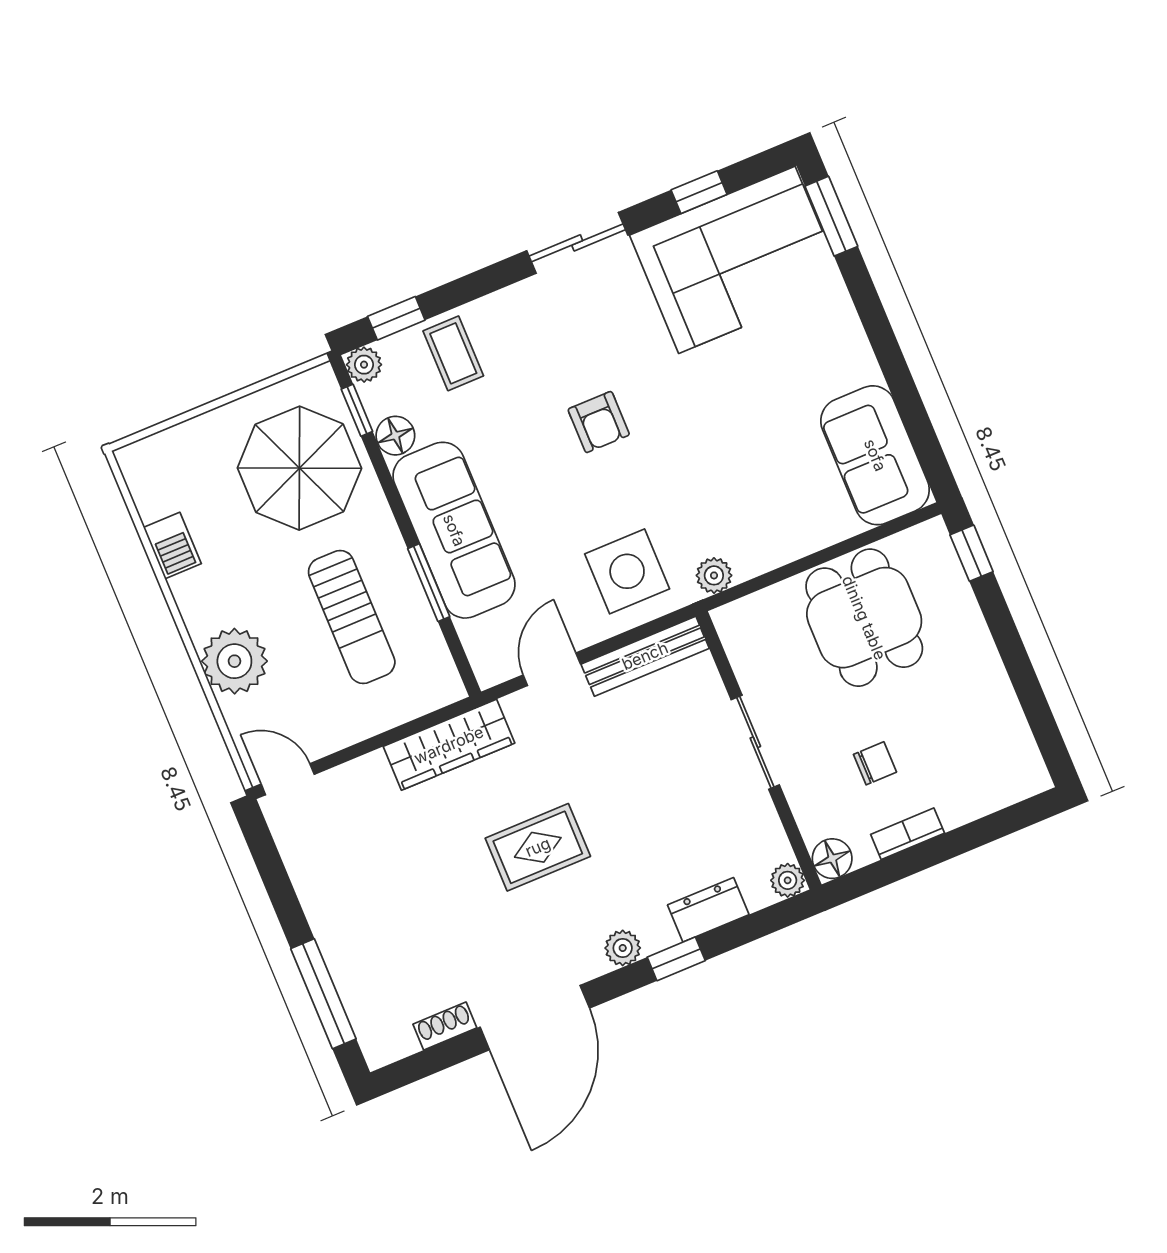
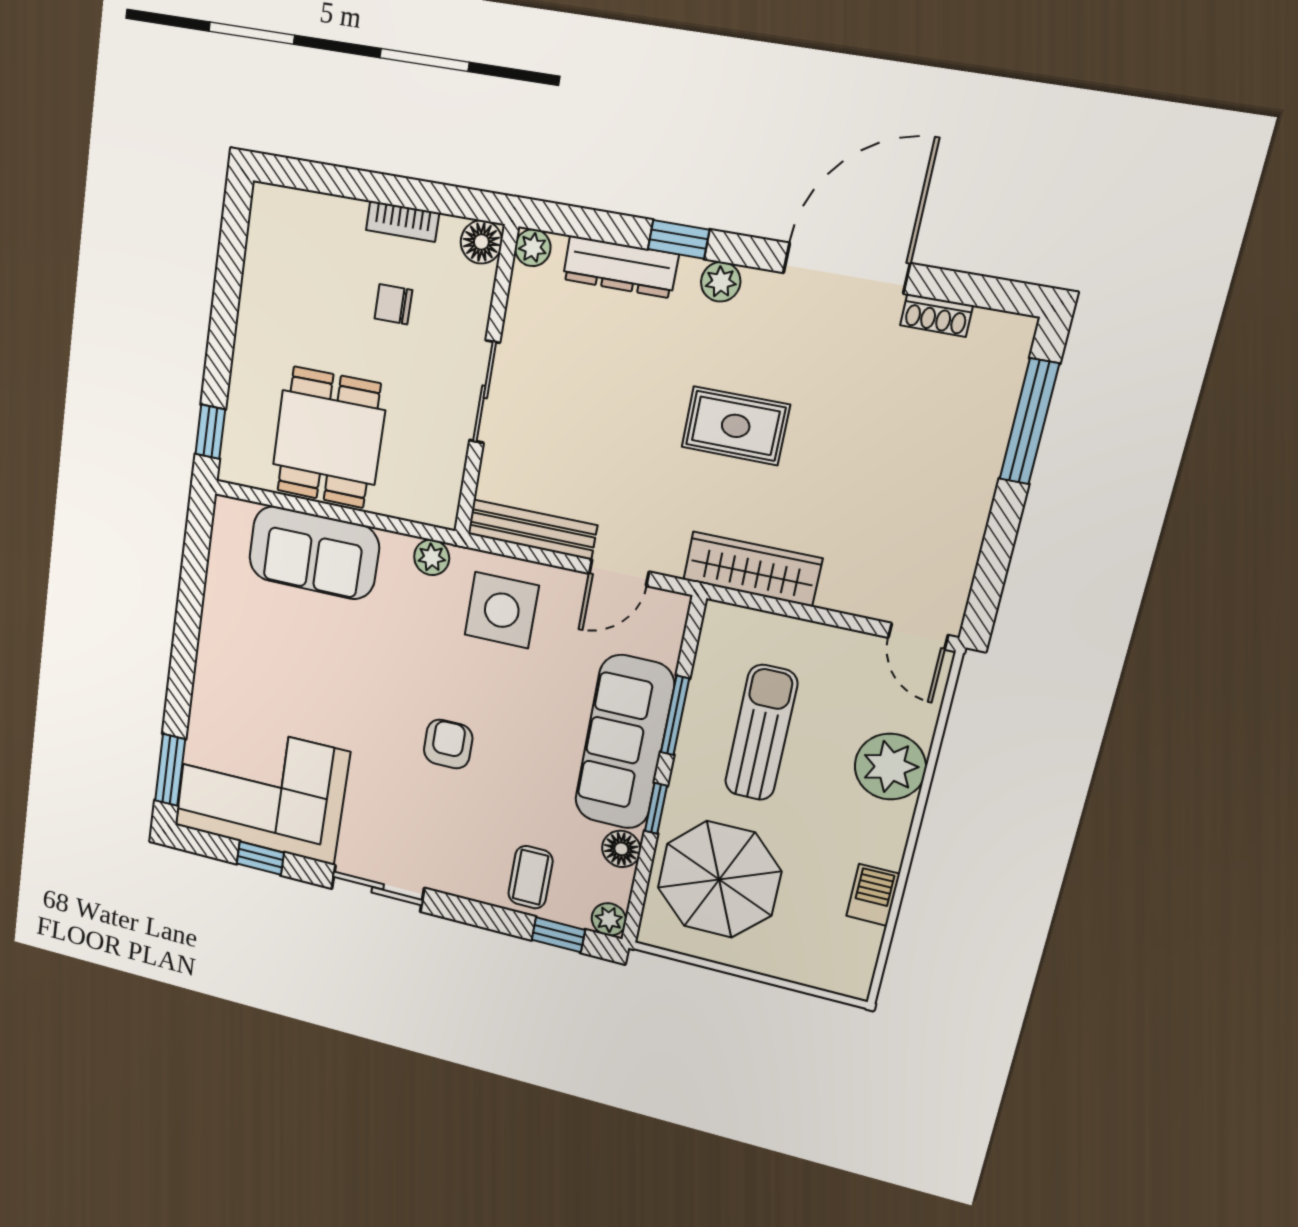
window: (357, 410) -> (656, 808), moved
sofa: (875, 455) -> (314, 553), moved, turned 90
dresser: (708, 910) -> (620, 267), width x1.44

